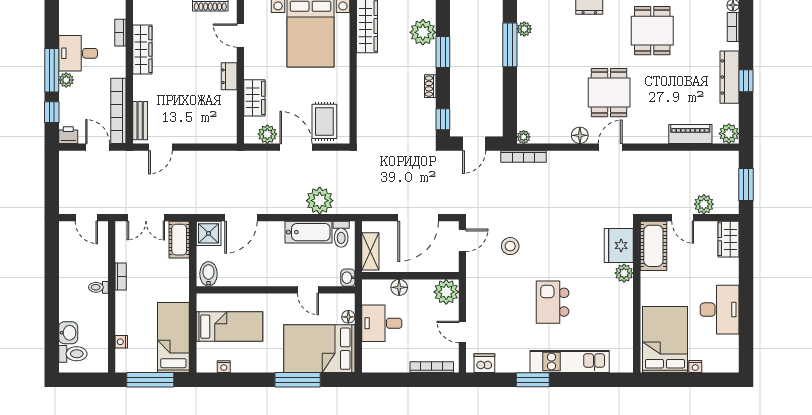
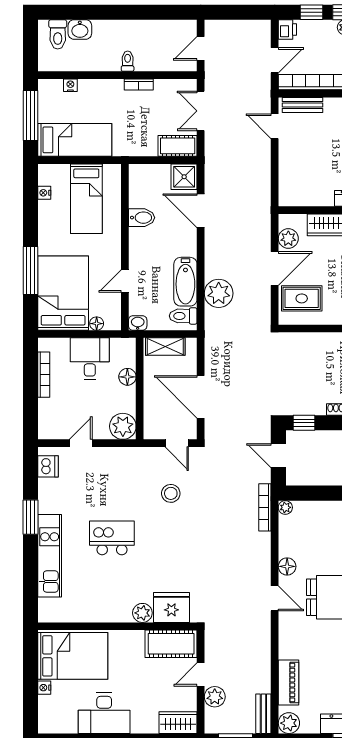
bench: (720, 158) -> (263, 714), added
bidet: (208, 274) -> (142, 218), moved
bookcase: (432, 367) -> (44, 375), moved

